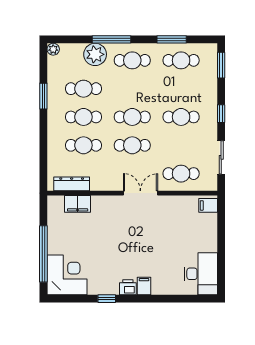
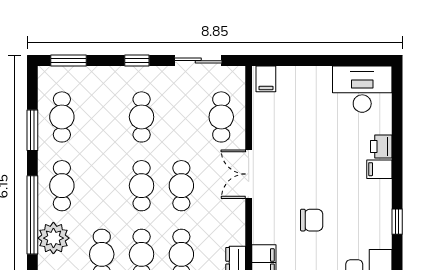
window: (112, 39) -> (32, 215), width x1.46
chair: (108, 238) -> (312, 220), added
printer: (128, 287) -> (381, 146), moved

